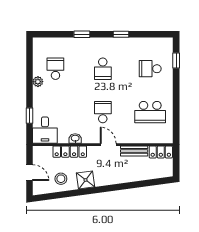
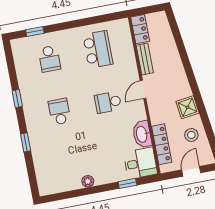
school desk: (55, 69) -> (70, 165), removed
school desk: (103, 69) -> (60, 112), turned -90
washbasin: (75, 138) -> (142, 134), width x1.91, depth x1.45
locker: (70, 152) -> (162, 144), moved

